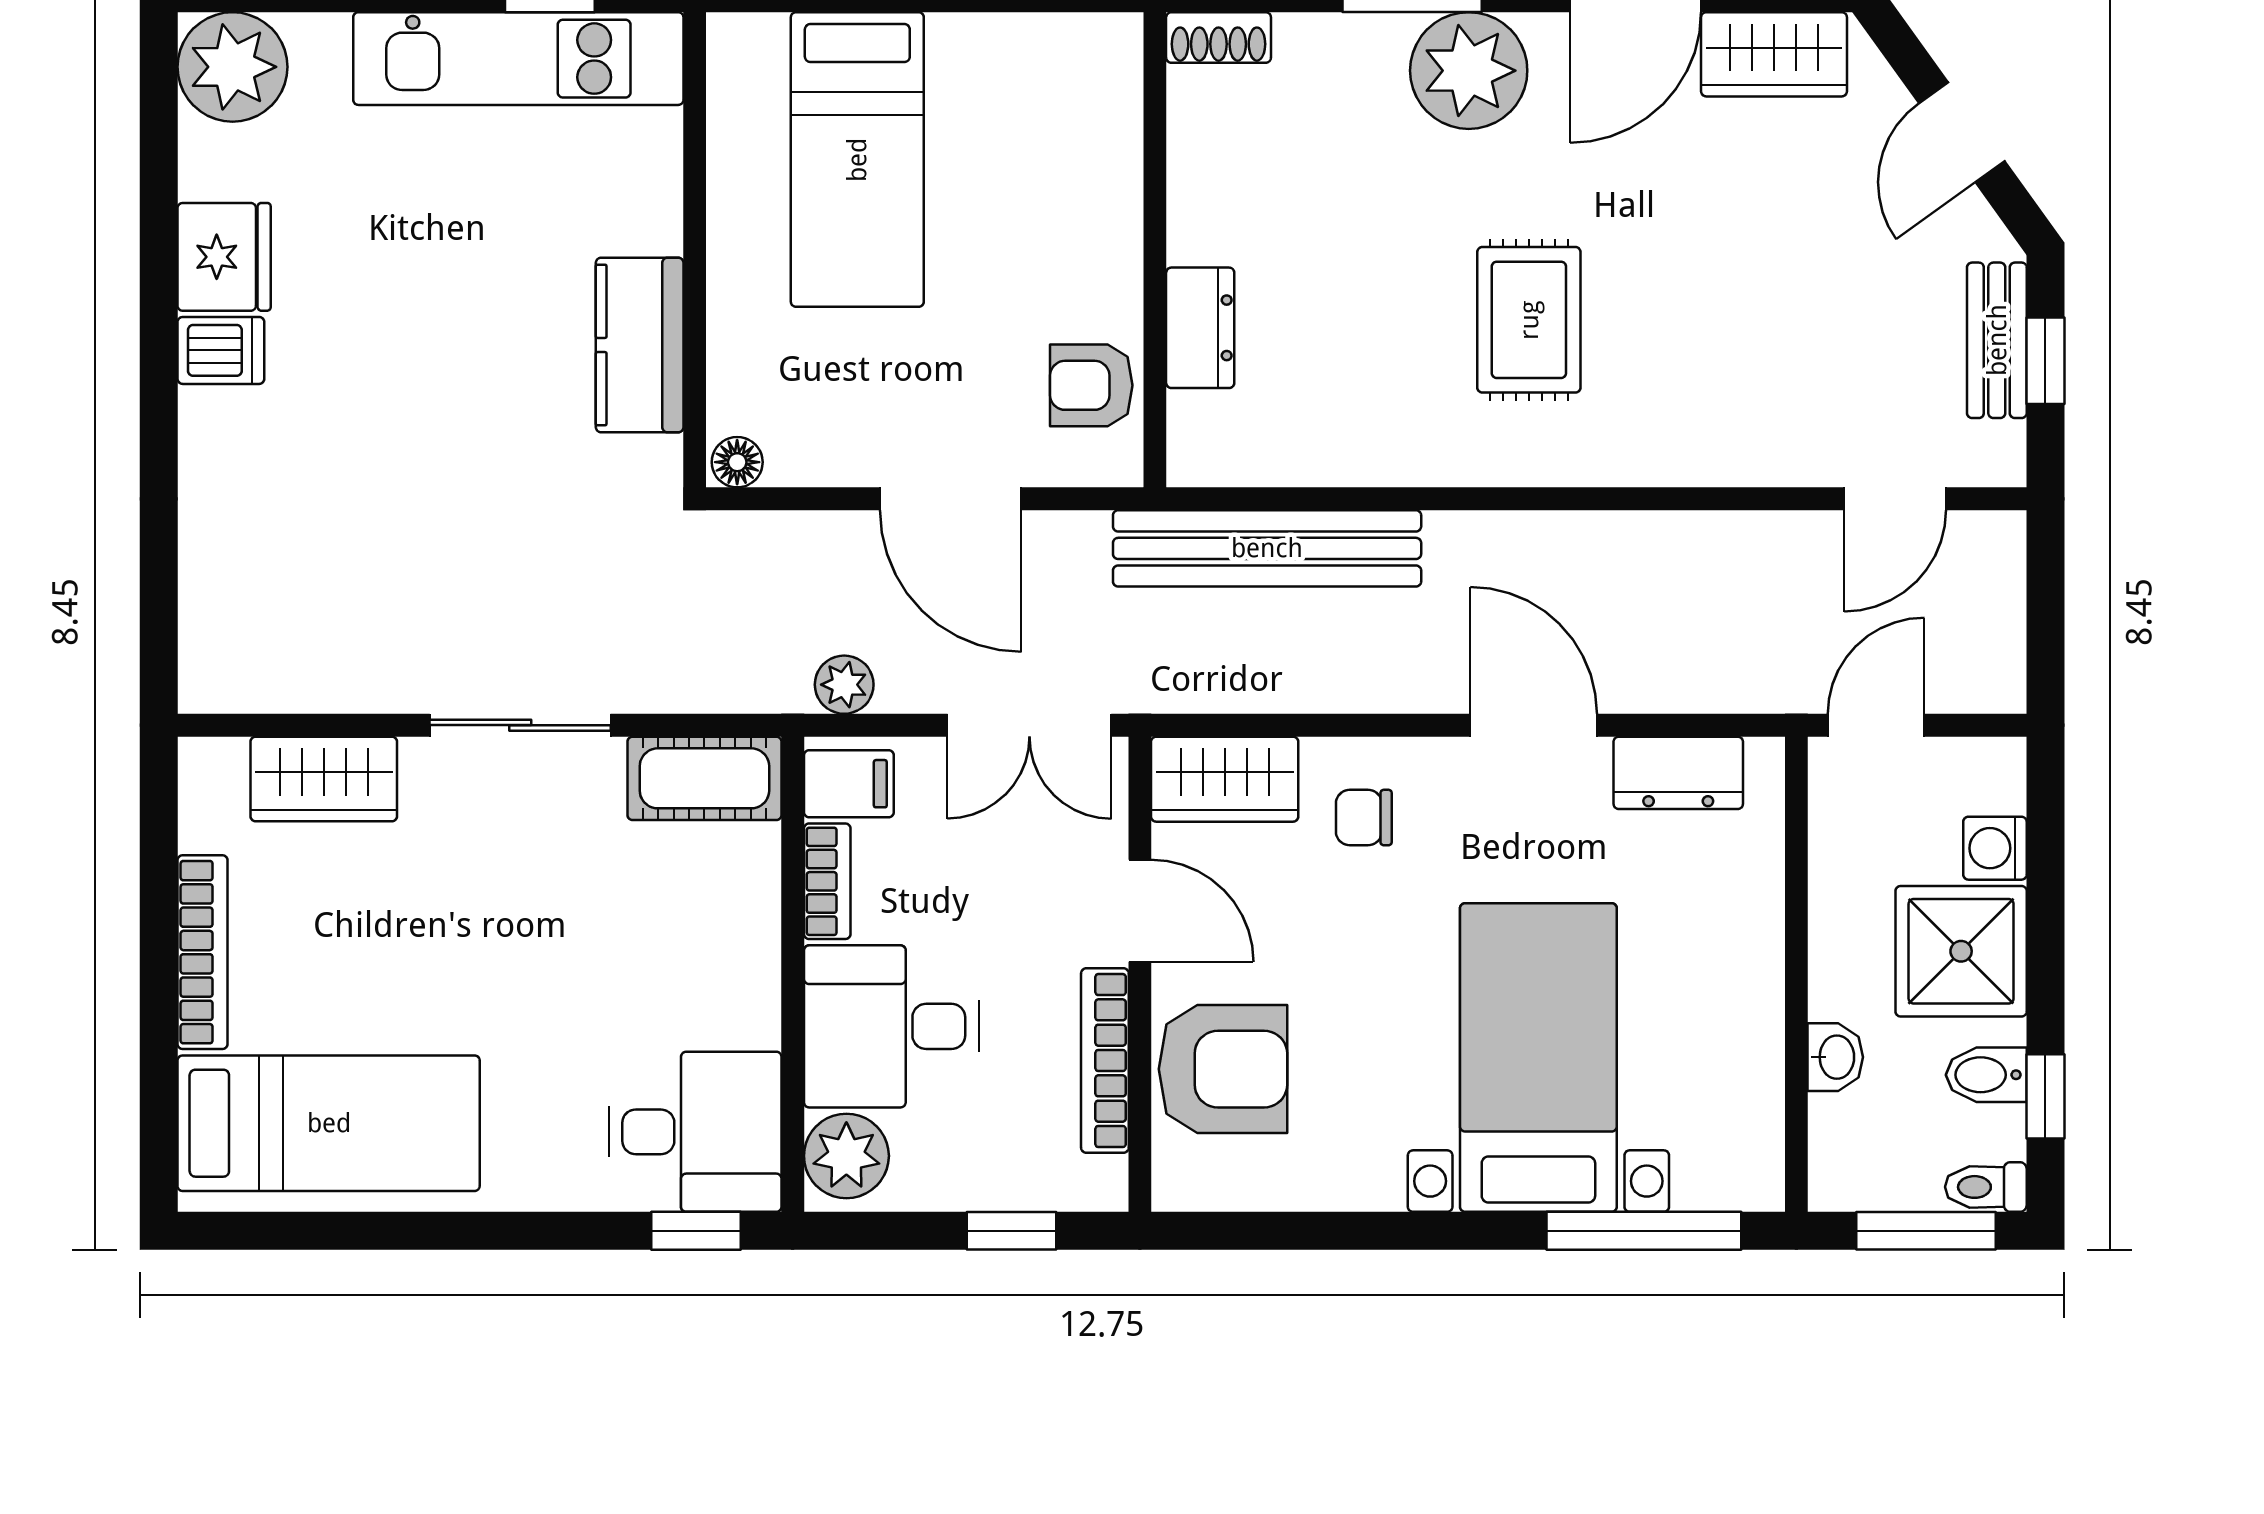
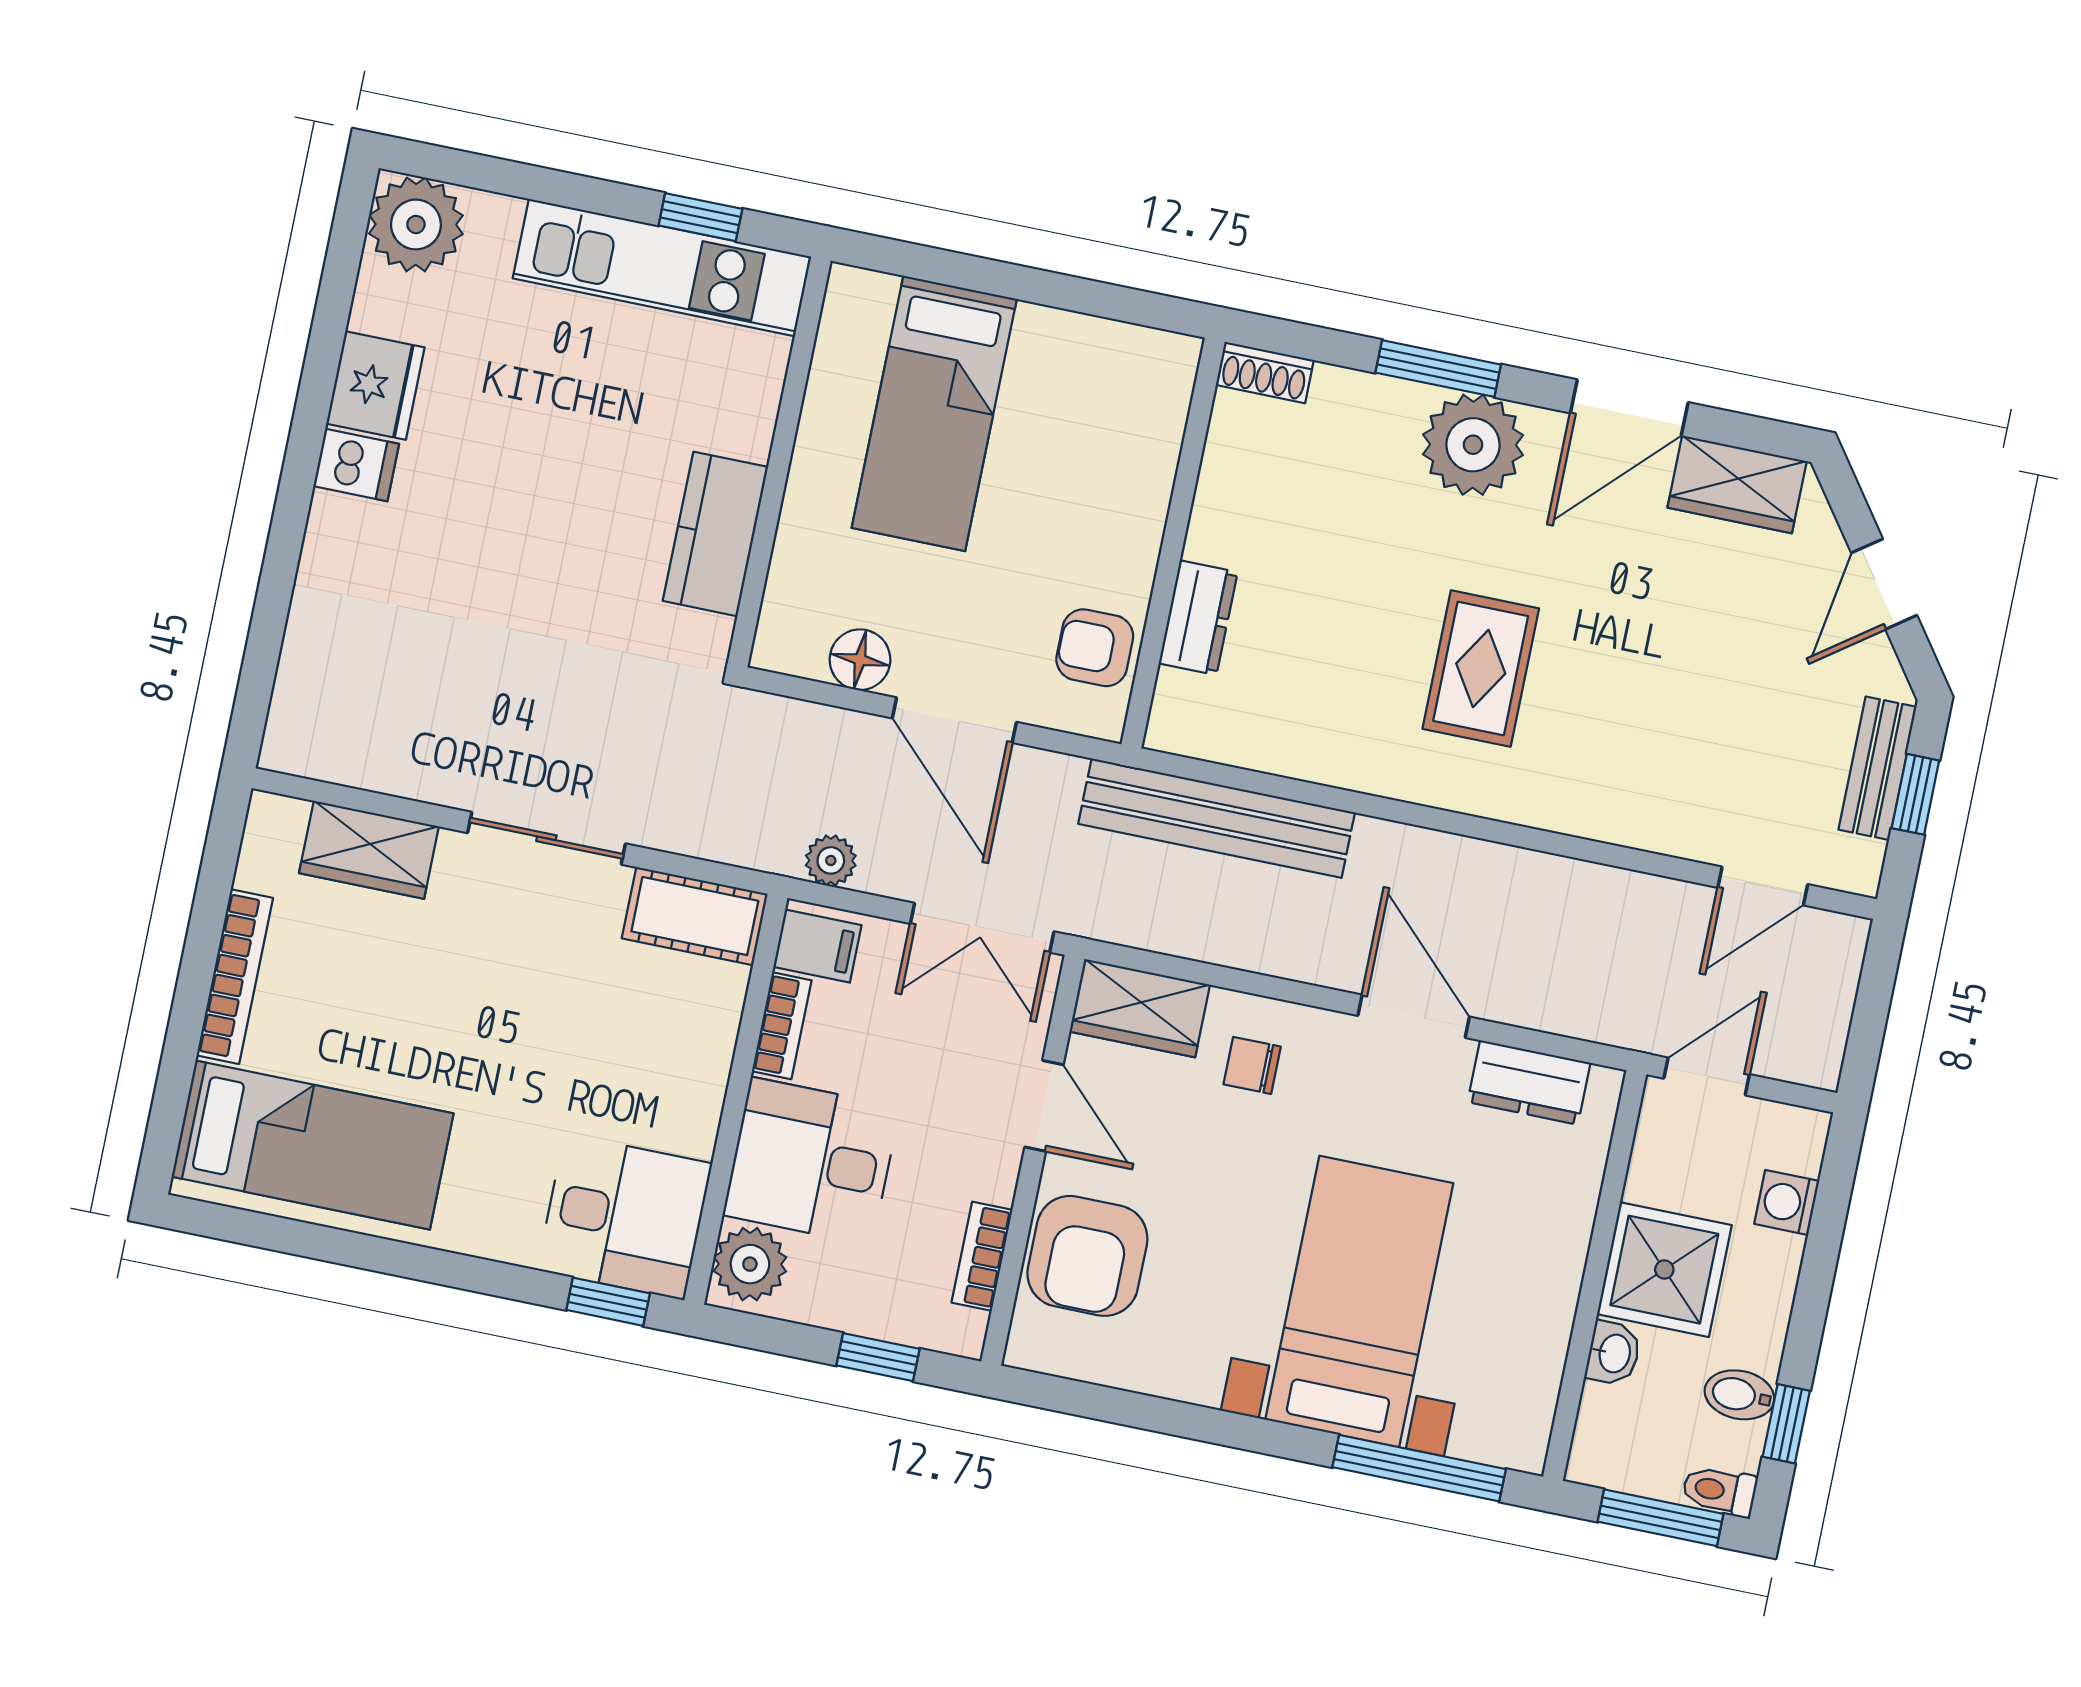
floor lamp: (737, 462) -> (860, 660), moved, width x1.37, depth x1.37
shower: (1961, 951) -> (1664, 1270), moved
bookcase: (1105, 1061) -> (982, 1256), width x0.64
armchair: (1223, 1069) -> (1087, 1256), turned 90

